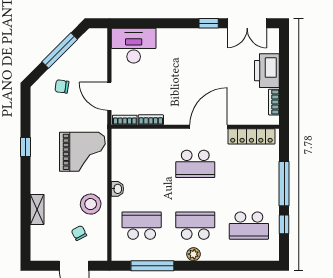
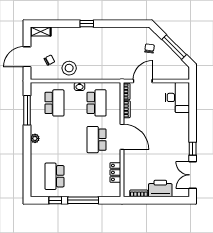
door: (209, 127) -> (122, 137), moved
locker: (251, 136) -> (115, 172), width x0.66
window: (25, 147) -> (87, 24), moved
grand piano: (82, 152) -> (105, 62), removed
shelving: (37, 209) -> (41, 32), moved
school desk: (195, 226) -> (97, 103), moved

